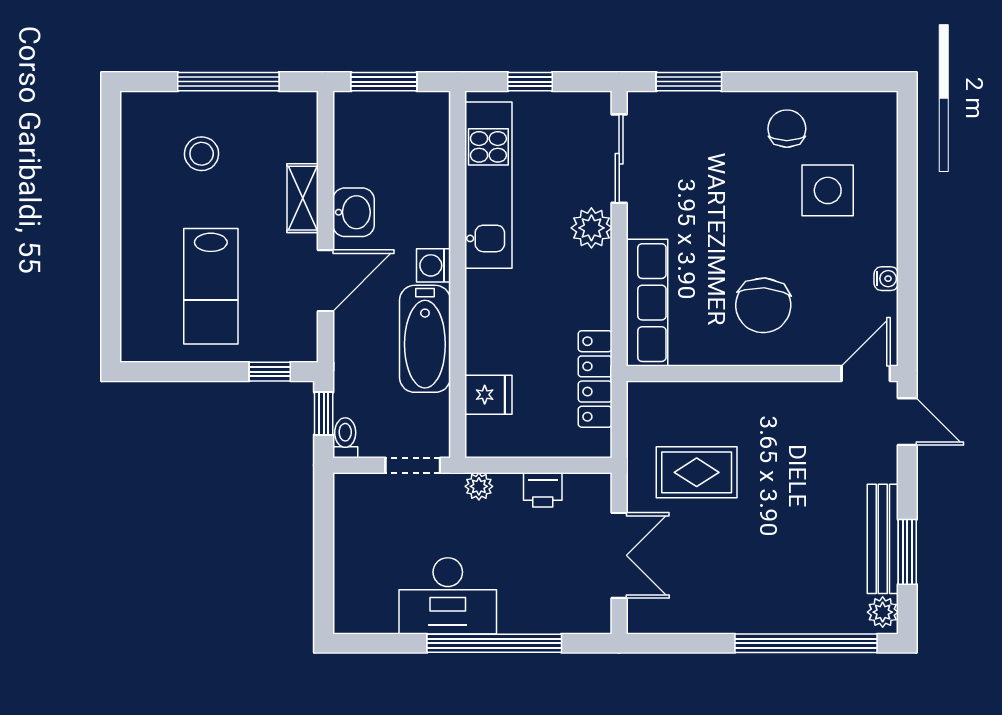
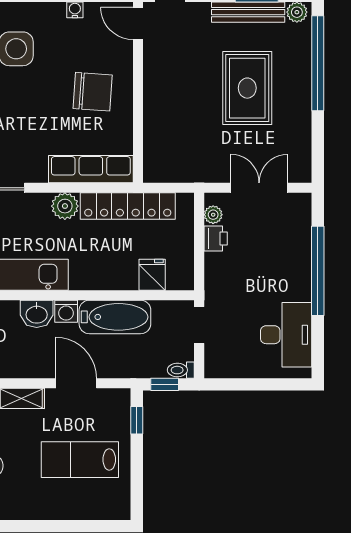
washbasin: (353, 212) -> (37, 314), moved, turned 180
plant: (591, 228) -> (65, 206), moved
lab bench: (211, 286) -> (80, 460), turned 180
locker: (595, 379) -> (128, 206), width x1.41, depth x1.21
rug: (697, 472) -> (247, 88), moved, width x1.36, depth x1.43
plant: (479, 486) -> (213, 215), moved
desk: (448, 596) -> (286, 335), moved

